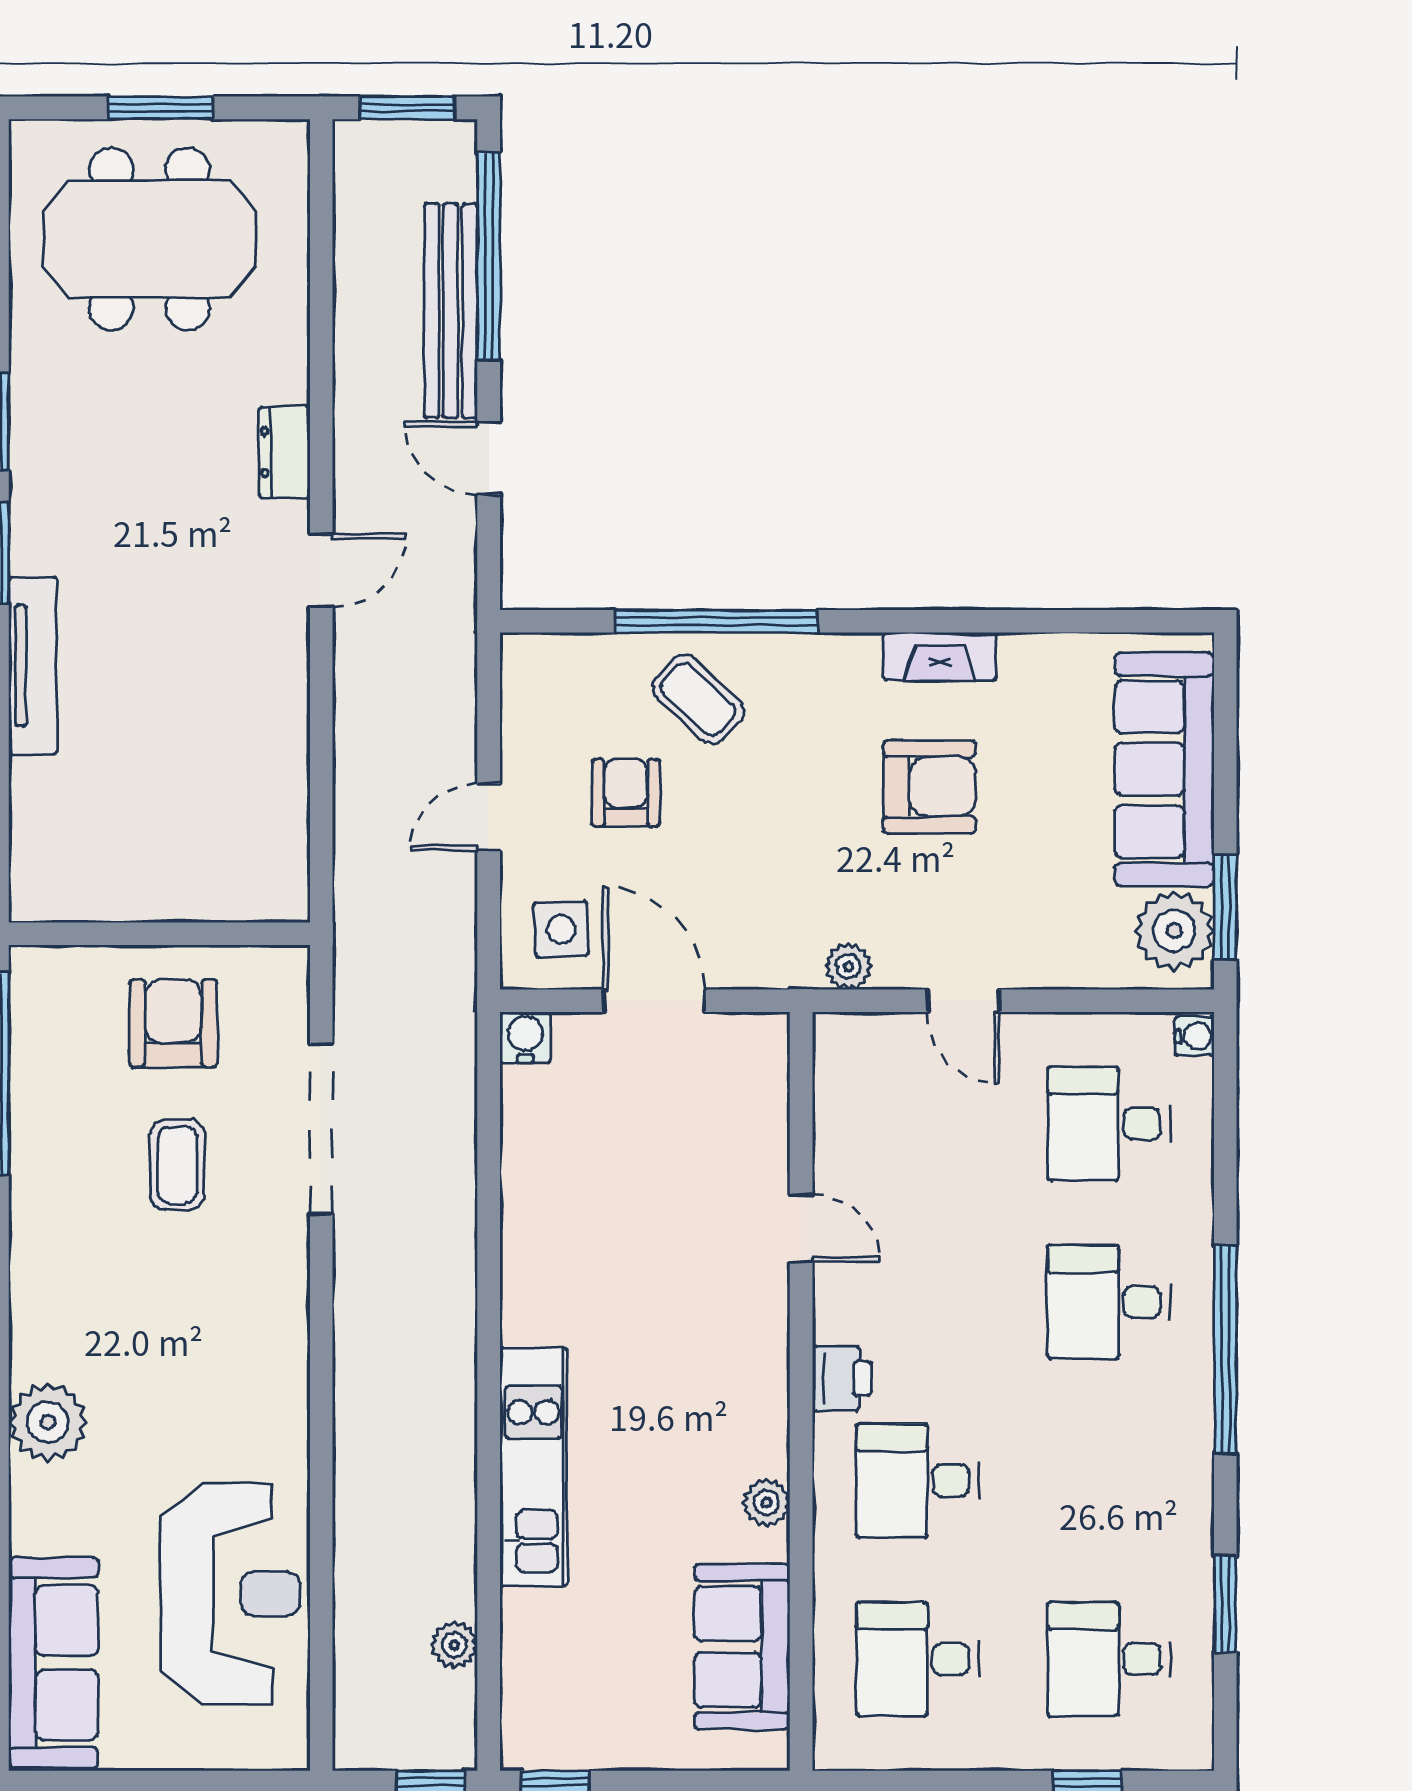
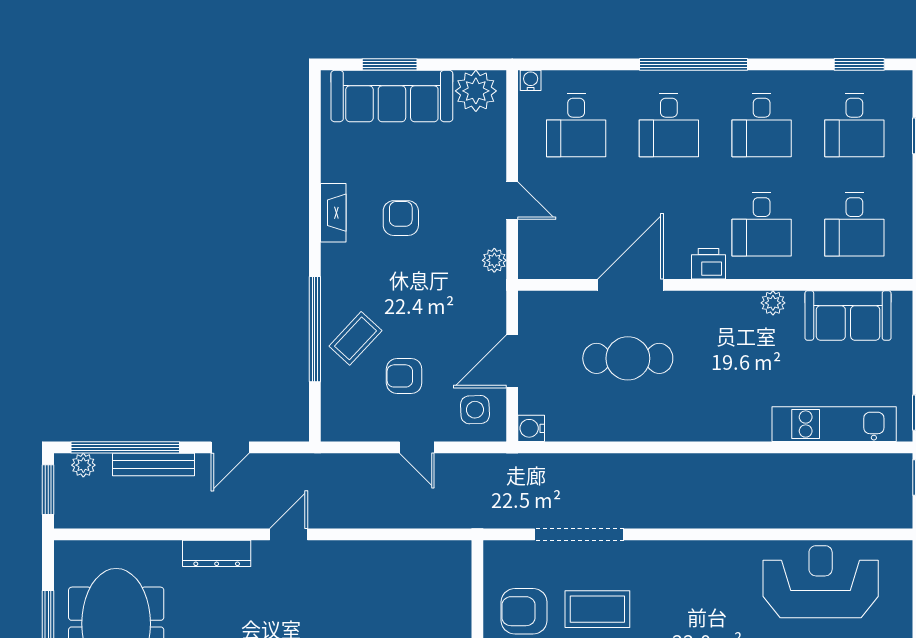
bench: (451, 311) -> (153, 465), width x0.73, depth x0.82
dresser: (284, 452) -> (217, 553), width x1.44
door: (321, 571) -> (289, 534), hinge flipped
armchair: (930, 787) -> (401, 218), width x0.72, depth x0.72
window: (1225, 907) -> (390, 64), moved
door: (963, 1001) -> (512, 201), hinge flipped
coffee table: (177, 1165) -> (597, 609), width x1.36, depth x1.30
cafe table: (660, 1223) -> (628, 358), added
door: (801, 1228) -> (630, 285), width x1.87
kitchen unit: (533, 1467) -> (834, 424), moved
desk: (1109, 1481) -> (762, 125), added
window: (1225, 1604) -> (859, 64), moved
plant: (454, 1645) -> (83, 465), moved

